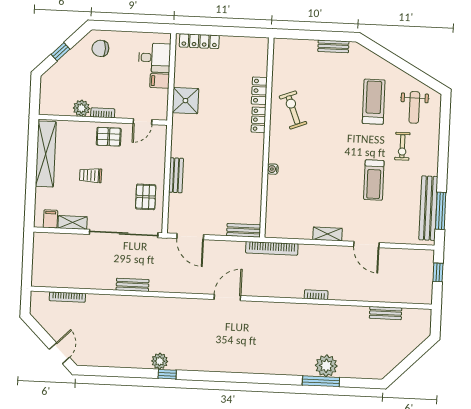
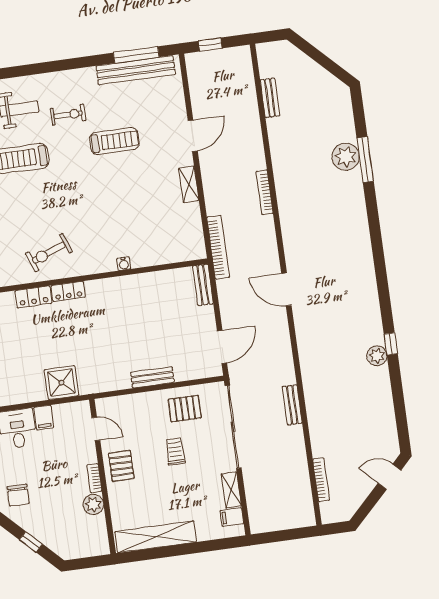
trolley: (91, 175) -> (175, 451), moved, turned 180
bookcase: (316, 295) -> (265, 192), width x1.56

